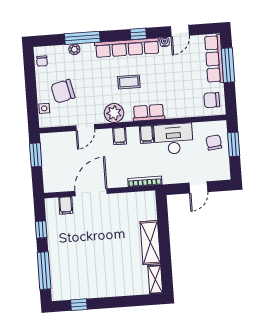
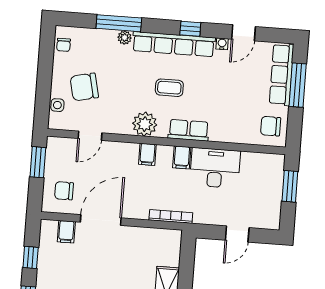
plant: (74, 49) -> (125, 38), moved
door: (85, 127) -> (90, 136), moved
chair: (214, 142) -> (64, 191), moved, turned -83

